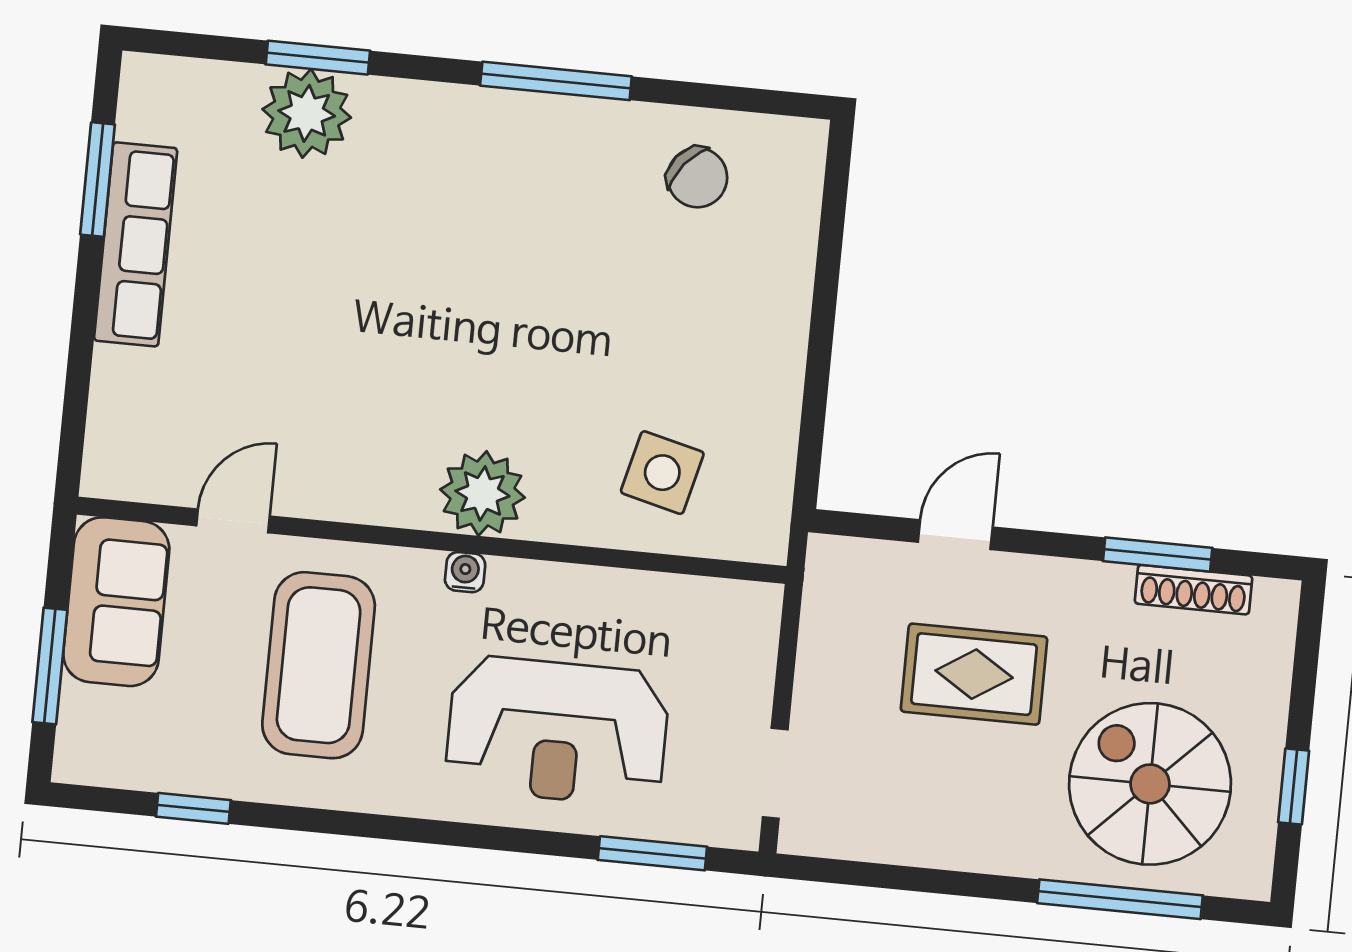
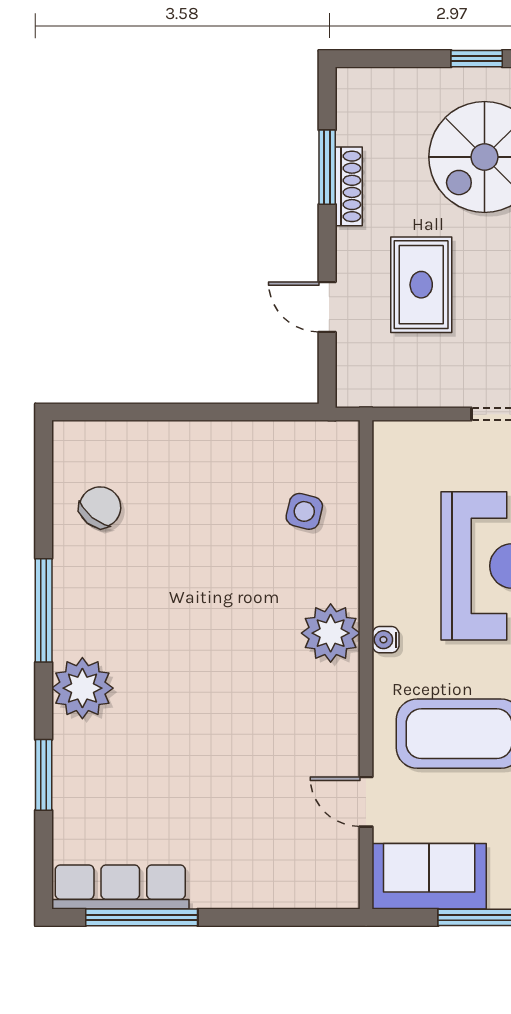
plant: (307, 113) -> (82, 688), moved
window: (98, 179) -> (142, 917), width x1.44
row of seats: (136, 244) -> (120, 887), moved
side table: (662, 473) -> (304, 511), width x0.73, depth x0.73
shoe rack: (1193, 590) -> (349, 186), moved

